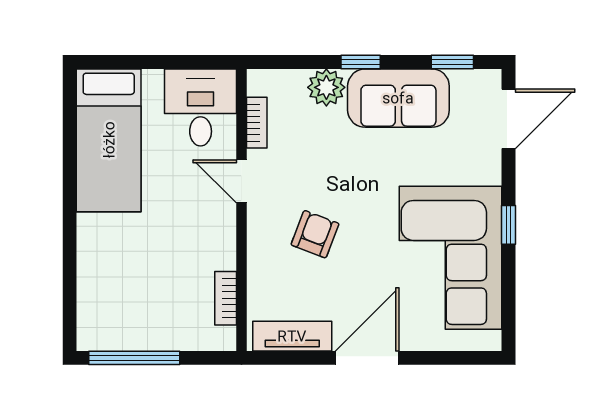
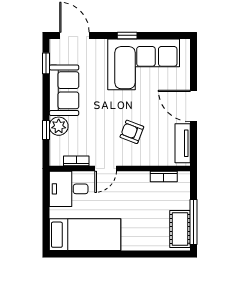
window: (361, 62) -> (46, 130), moved
cot: (120, 331) -> (180, 229), added

